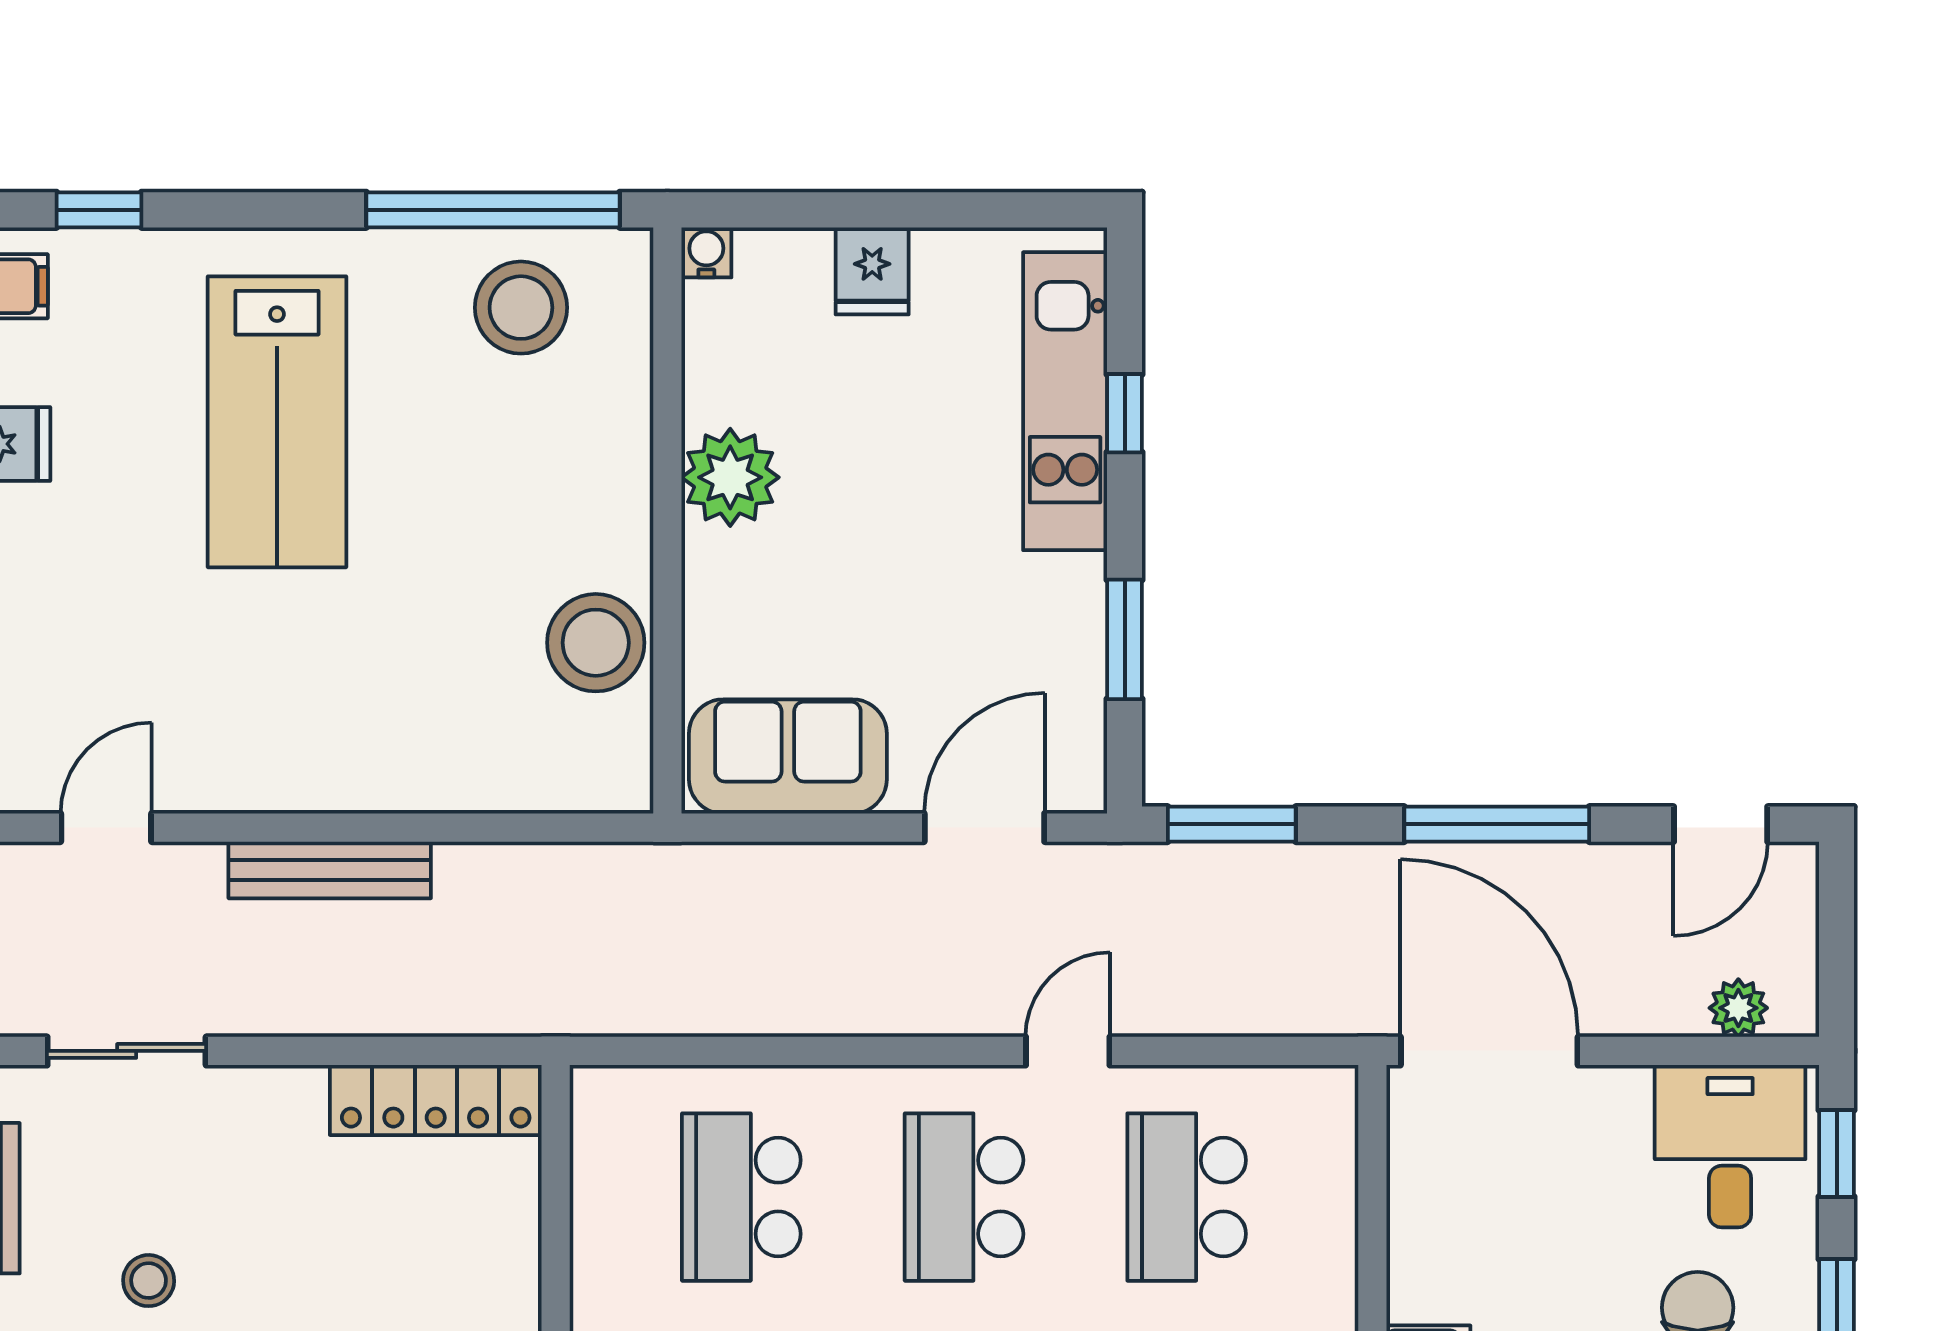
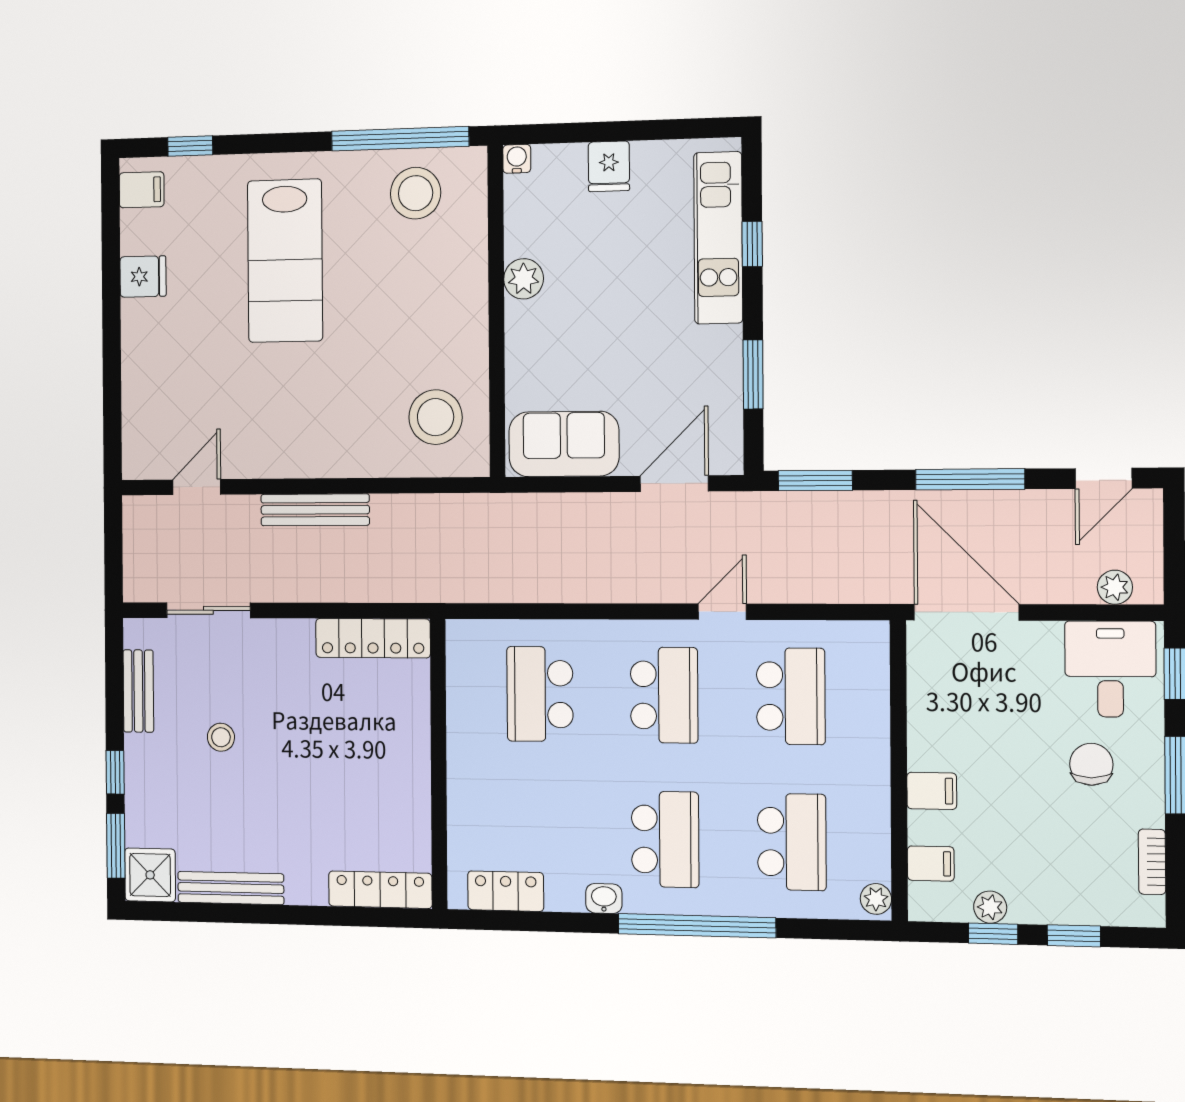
plant: (730, 477) -> (524, 279), width x0.73, depth x0.73
stool: (596, 643) -> (436, 417), moved
school desk: (964, 1197) -> (664, 695), turned 180
school desk: (1187, 1197) -> (791, 696), turned 180

